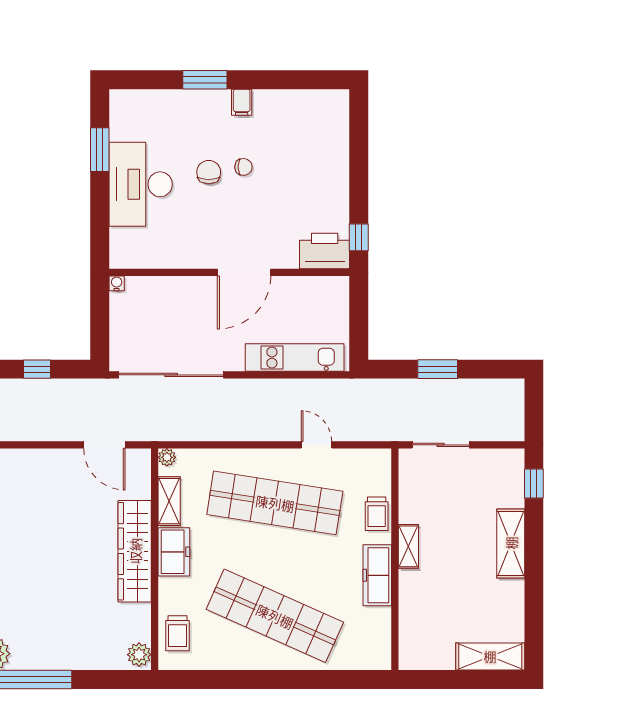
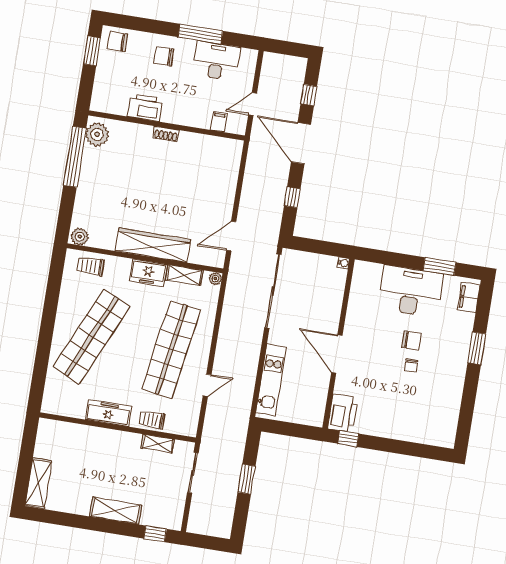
filing cabinet: (242, 102) -> (469, 298), moved, width x2.00
shelving: (408, 546) -> (158, 444), moved

